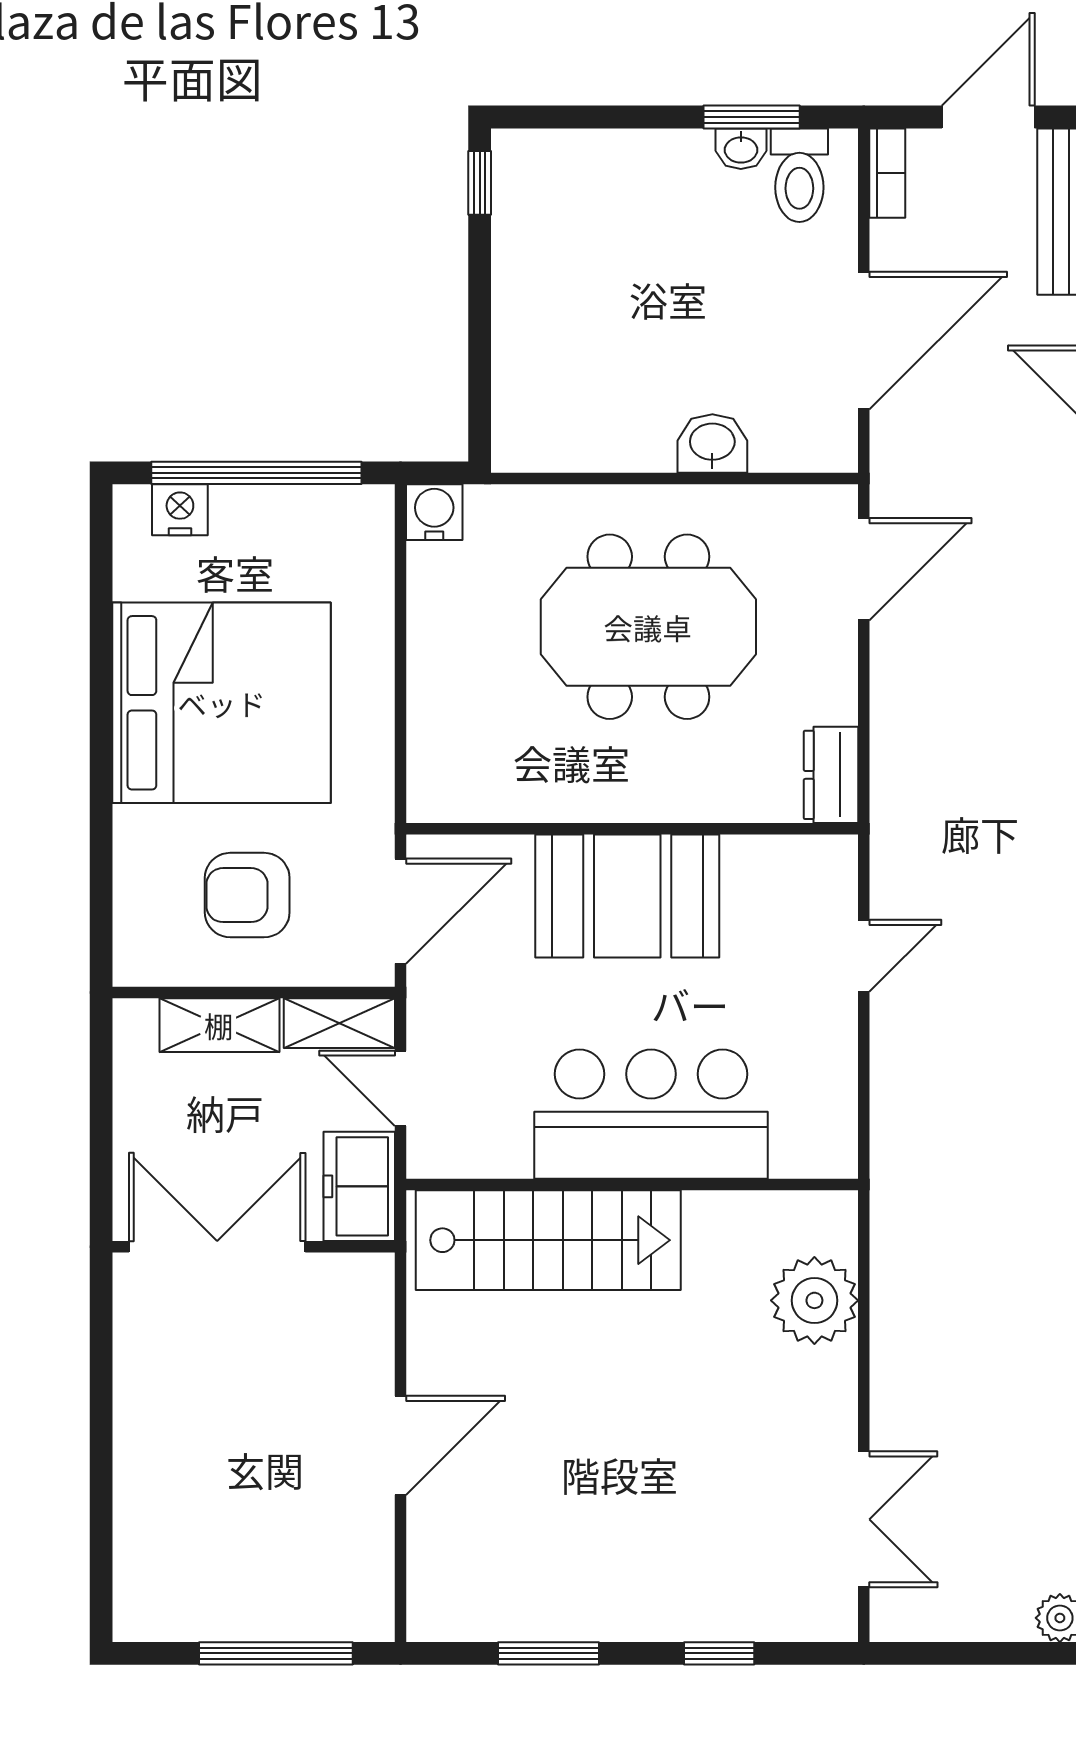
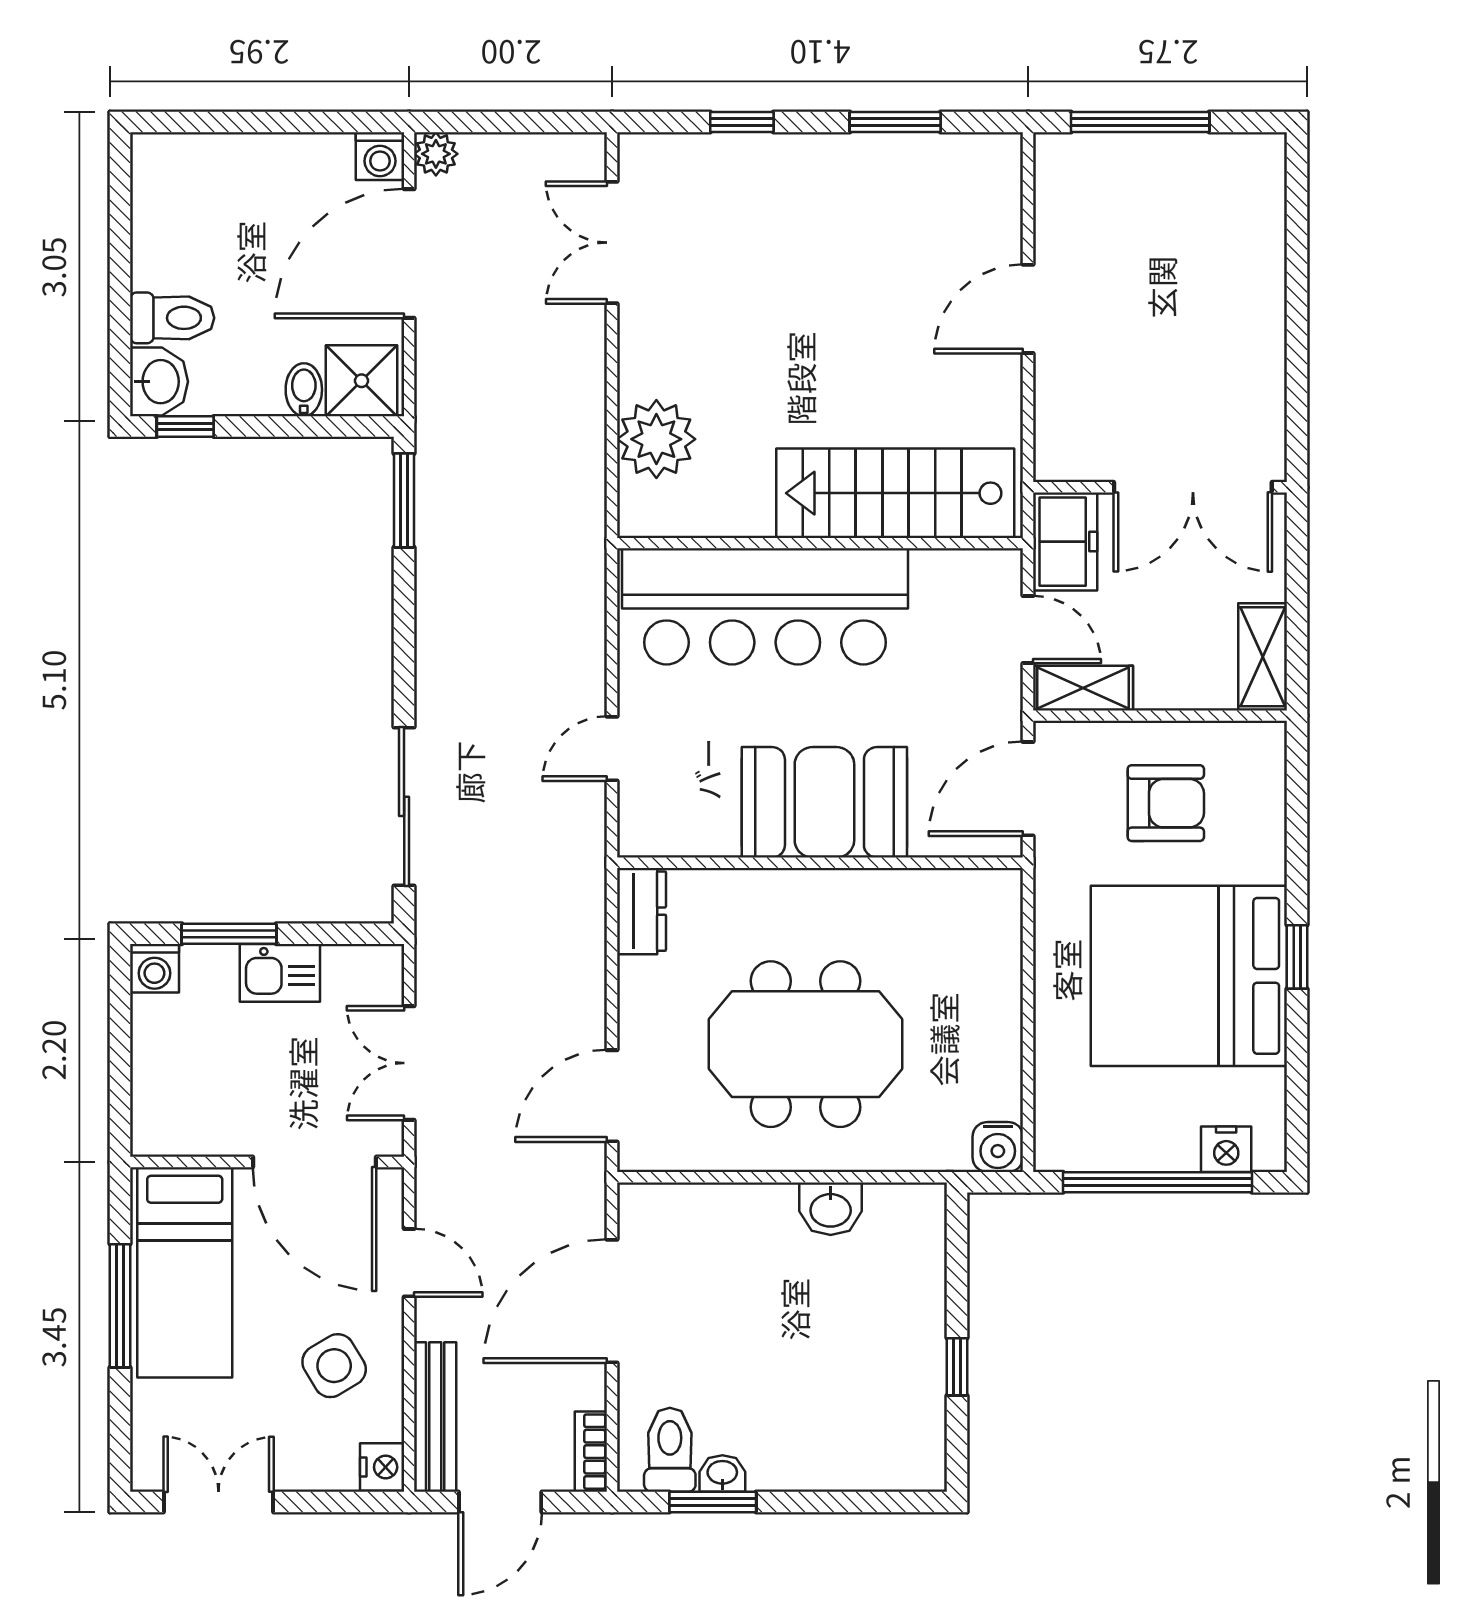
window: (480, 183) -> (957, 1367), moved
washbasin: (712, 443) -> (831, 1209), moved
window: (101, 724) -> (1297, 957), added
shelving: (219, 1025) -> (1263, 657), moved, turned 90
bar counter: (651, 1114) -> (765, 606), width x1.36

